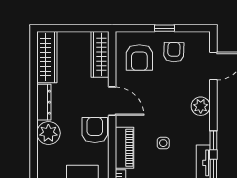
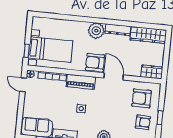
wardrobe: (100, 54) -> (152, 72), width x0.67
door: (112, 101) -> (114, 76), swing flipped
armchair: (95, 130) -> (95, 63), turned 180

